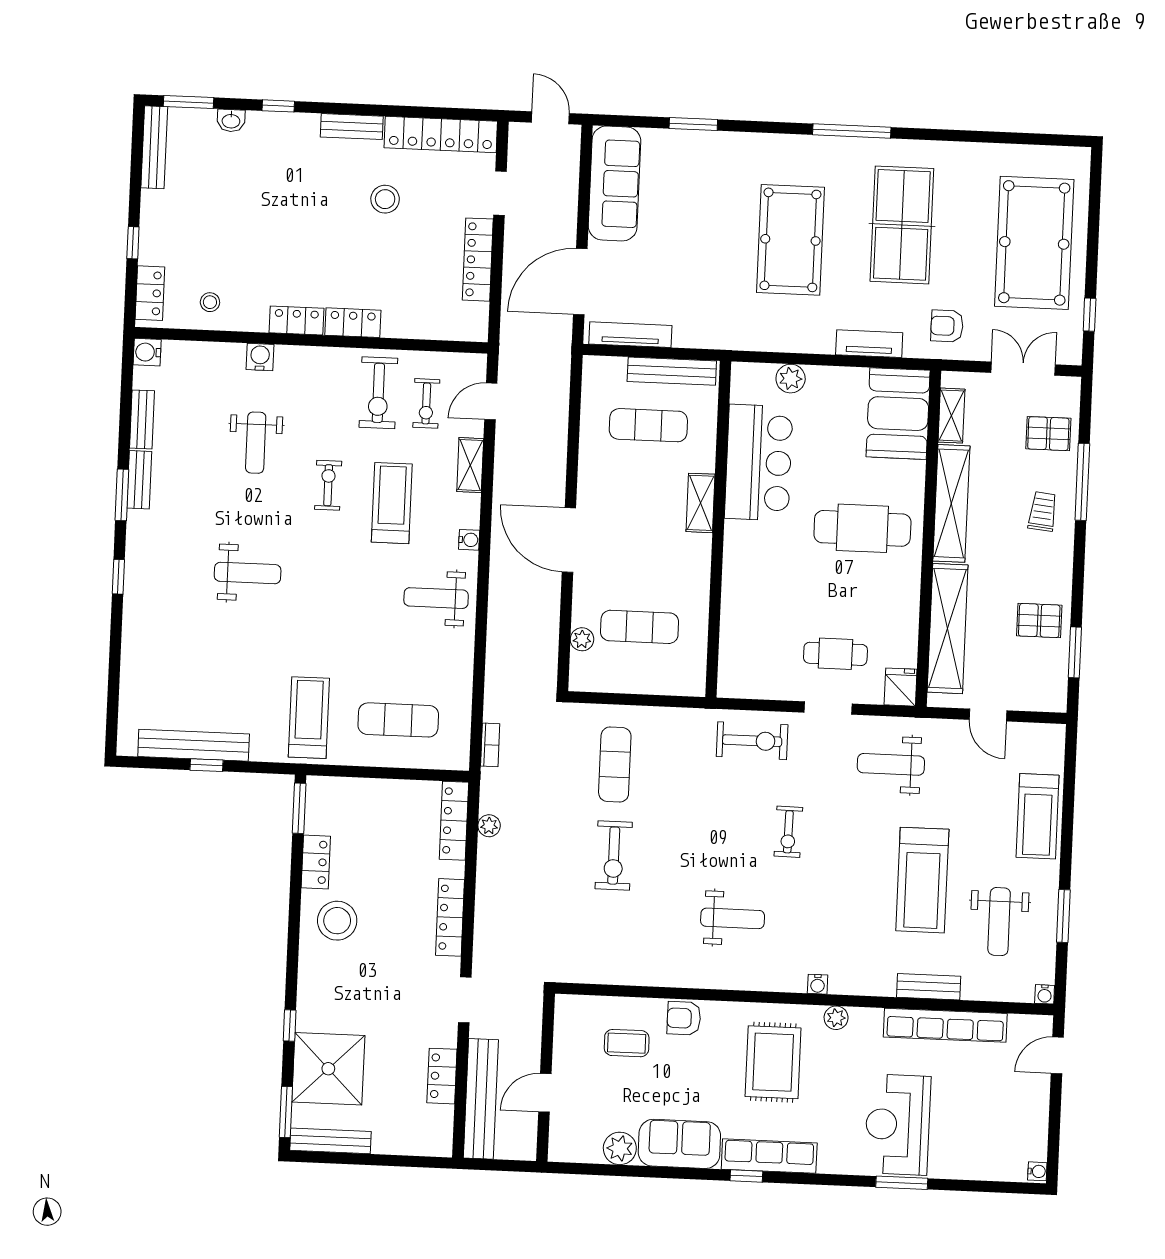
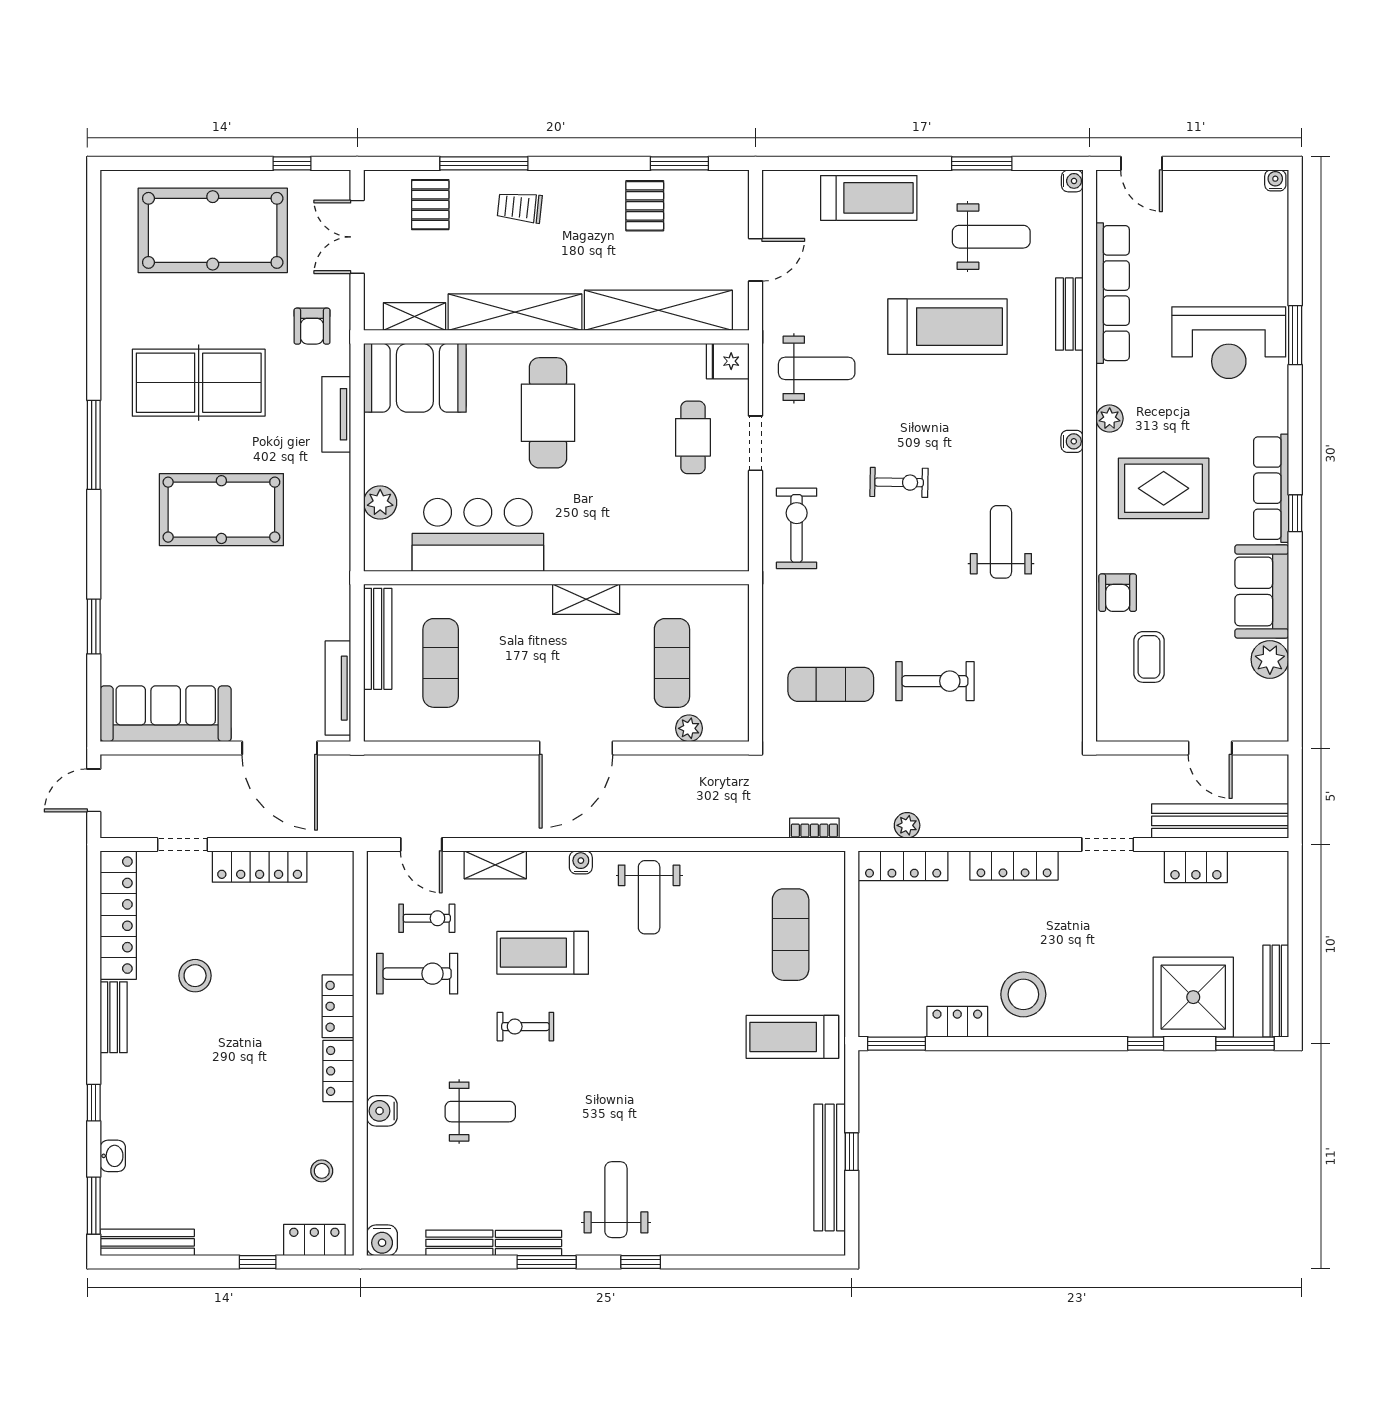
shelving: (701, 503) -> (586, 599), moved
weight bench: (248, 573) -> (616, 1200), moved
weight bench: (891, 764) -> (817, 368), turned -90

